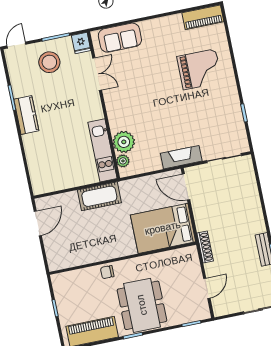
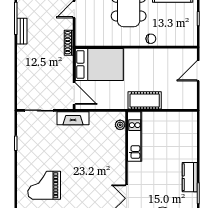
plant: (124, 142) -> (116, 140), removed
door: (38, 223) -> (198, 71), moved

